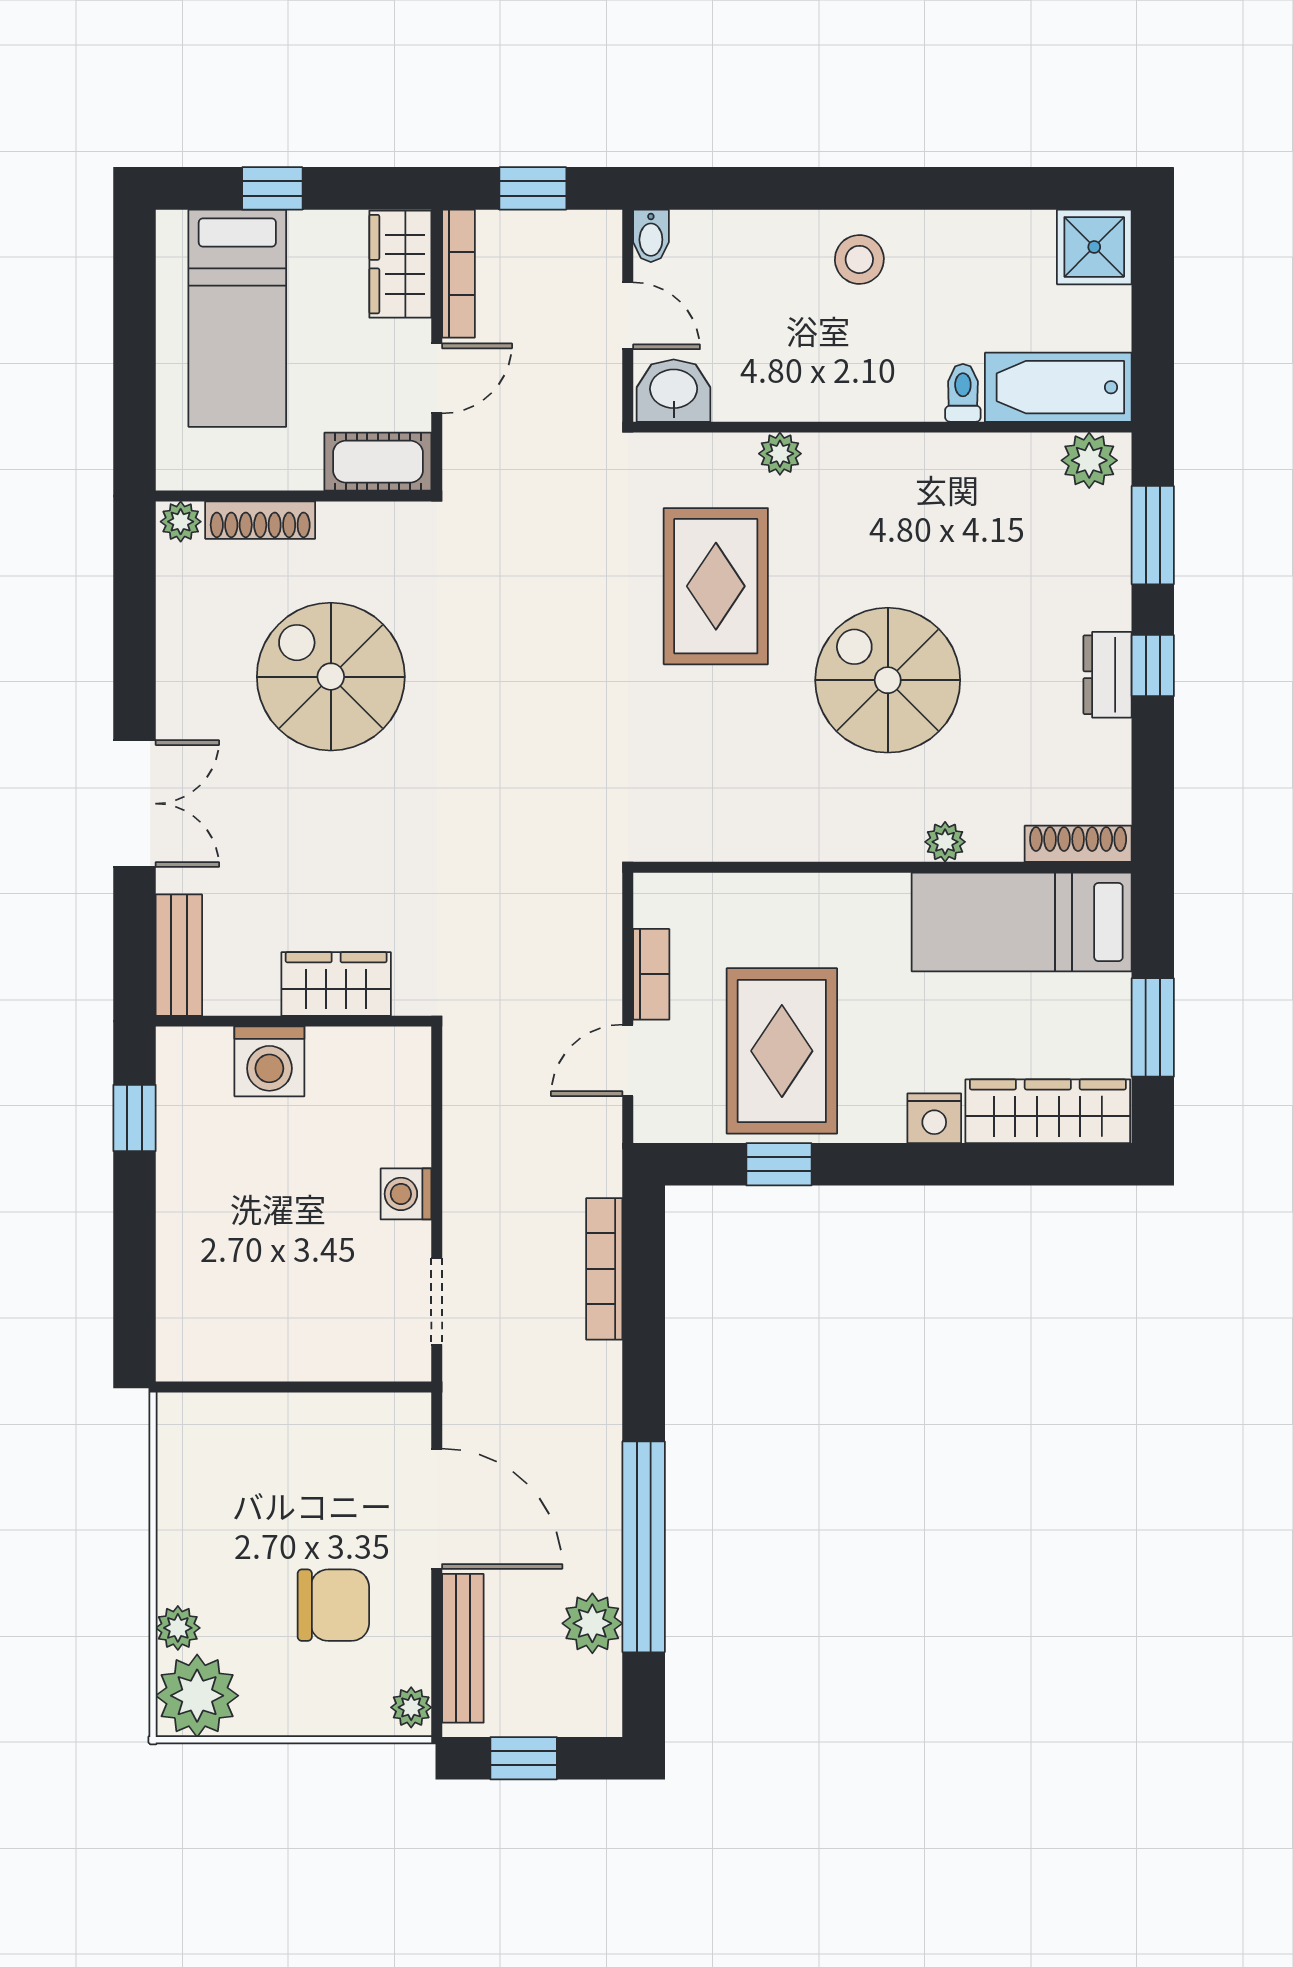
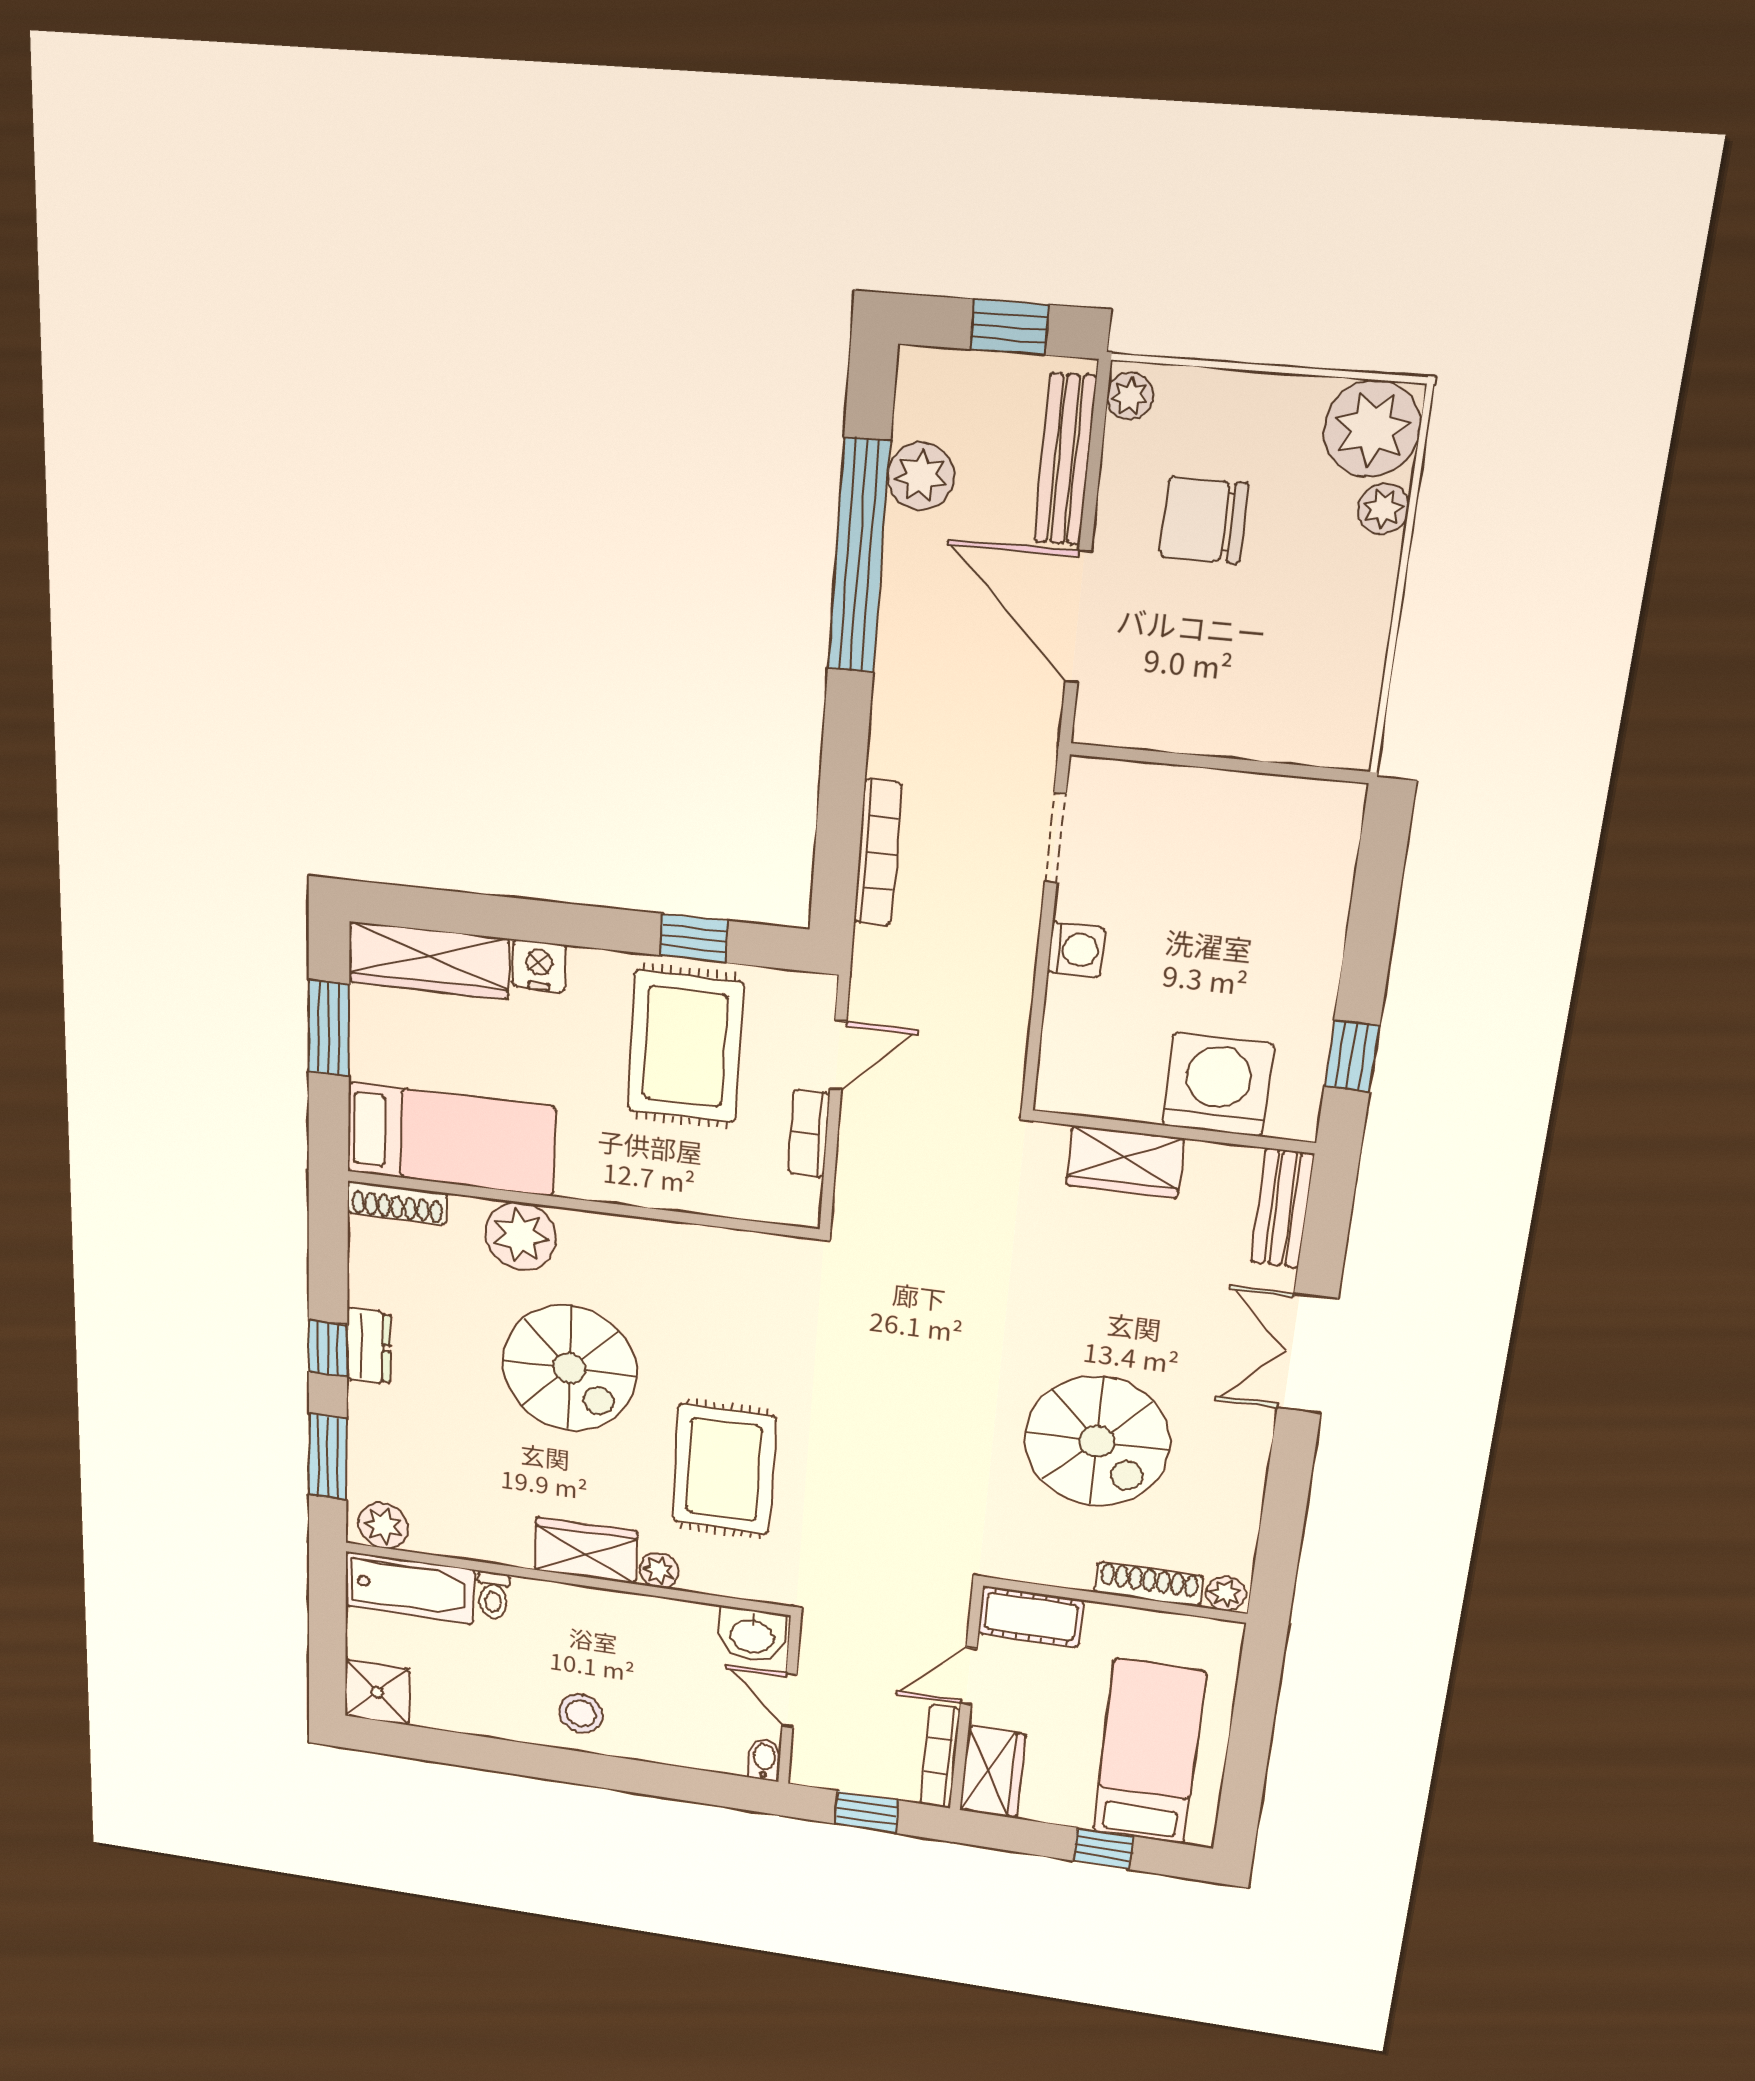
wardrobe: (862, 465) -> (586, 1551), added
plant: (945, 842) -> (520, 1236), width x1.87, depth x1.87
washing machine: (269, 1061) -> (1218, 1085), width x1.37, depth x1.37

